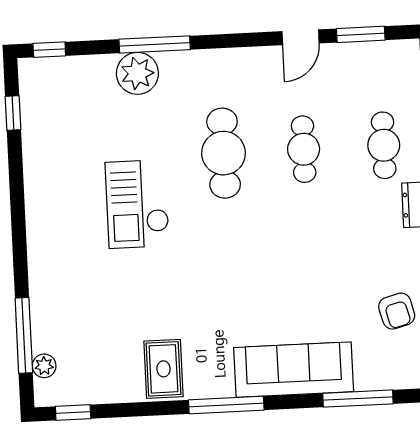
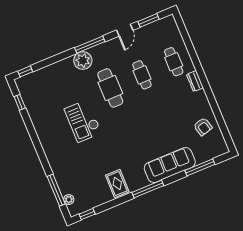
window: (155, 44) -> (90, 45), moved
plant: (137, 73) -> (83, 60), moved

